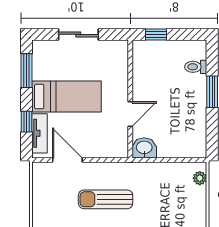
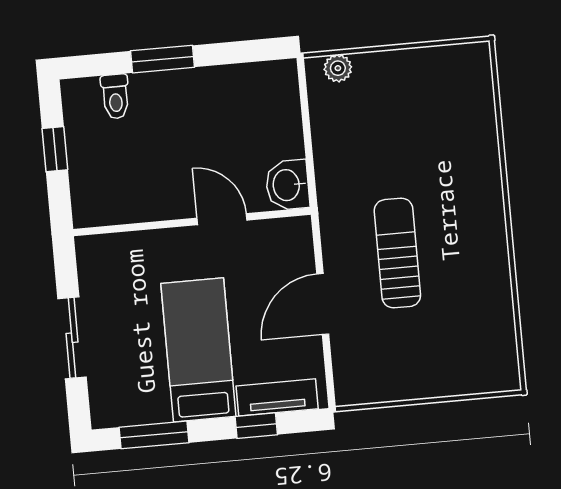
window: (156, 34) -> (55, 149), moved
door: (67, 160) -> (323, 304), moved
sun lounger: (106, 199) -> (397, 253), turned 180

